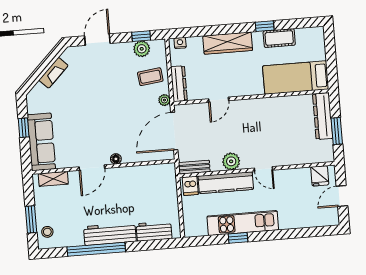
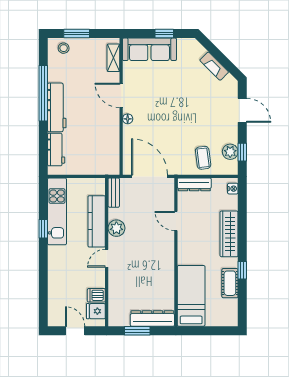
plant: (164, 100) -> (180, 169), removed
dishwasher: (190, 186) -> (96, 295), moved
kitchen unit: (243, 223) -> (57, 211), moved

